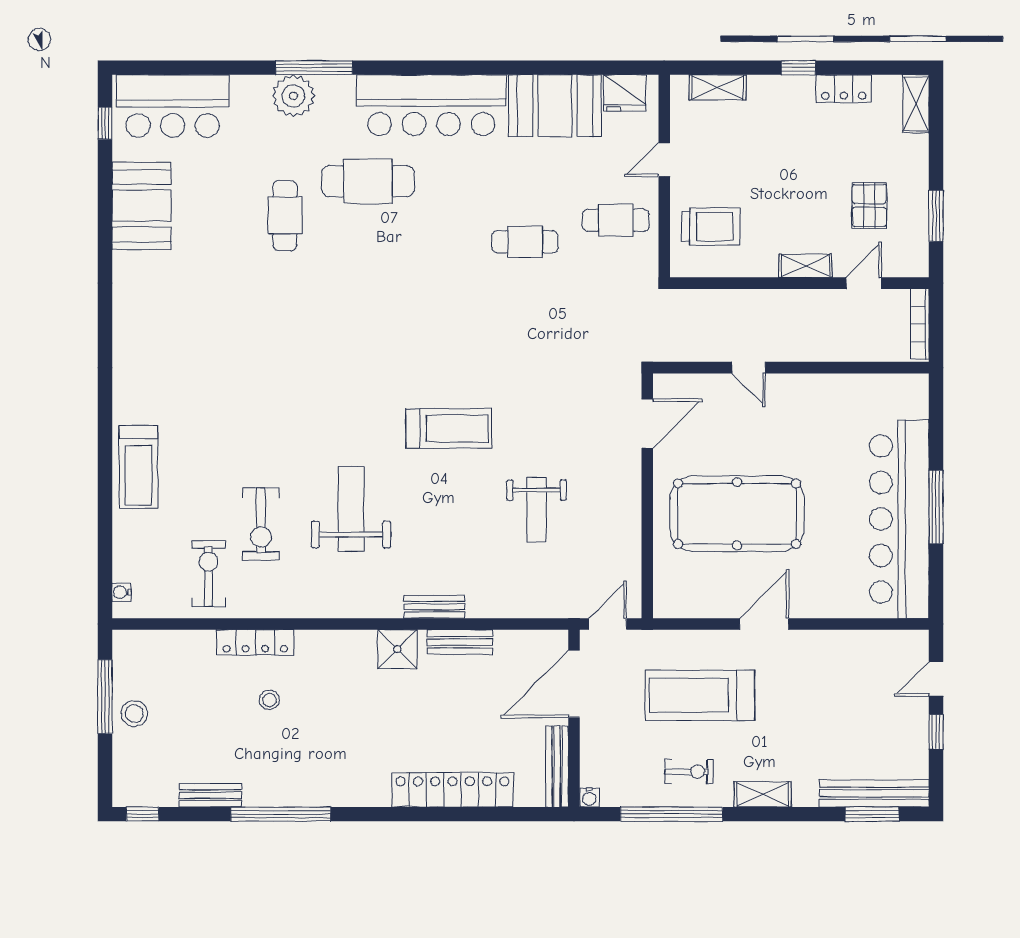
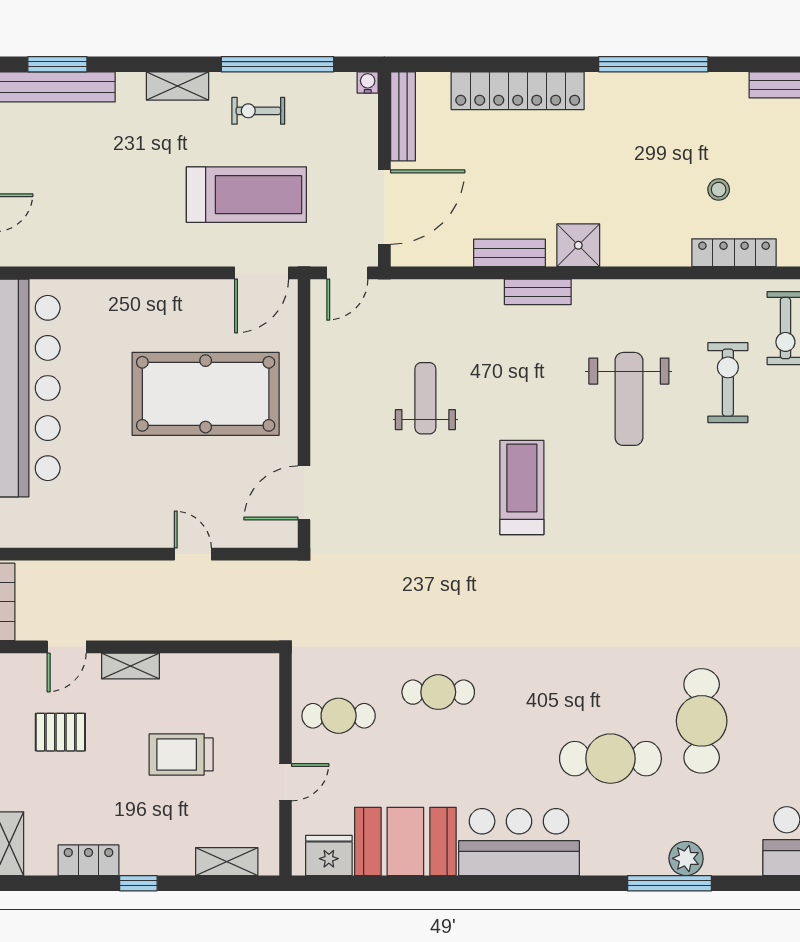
plant: (293, 96) -> (686, 858), width x0.73, depth x0.73
bar counter: (431, 105) -> (519, 842), width x0.73
pallet: (869, 205) -> (60, 732), turned 90
cafe table: (285, 216) -> (702, 721), width x1.37, depth x1.35
trolley: (711, 226) -> (181, 754), moved
treadmill: (449, 428) -> (522, 487), turned 90
door: (764, 624) -> (262, 273), moved
window: (281, 814) -> (653, 64), moved

